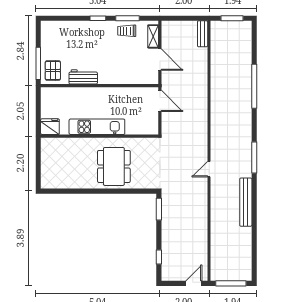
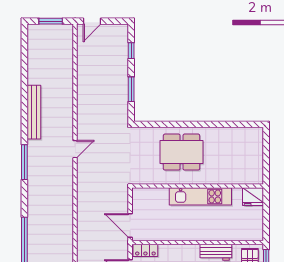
locker: (146, 79) -> (145, 250), added
dining table: (114, 166) -> (182, 152), turned 90
window: (159, 209) -> (131, 89), moved
window: (231, 283) -> (51, 21), width x0.69

